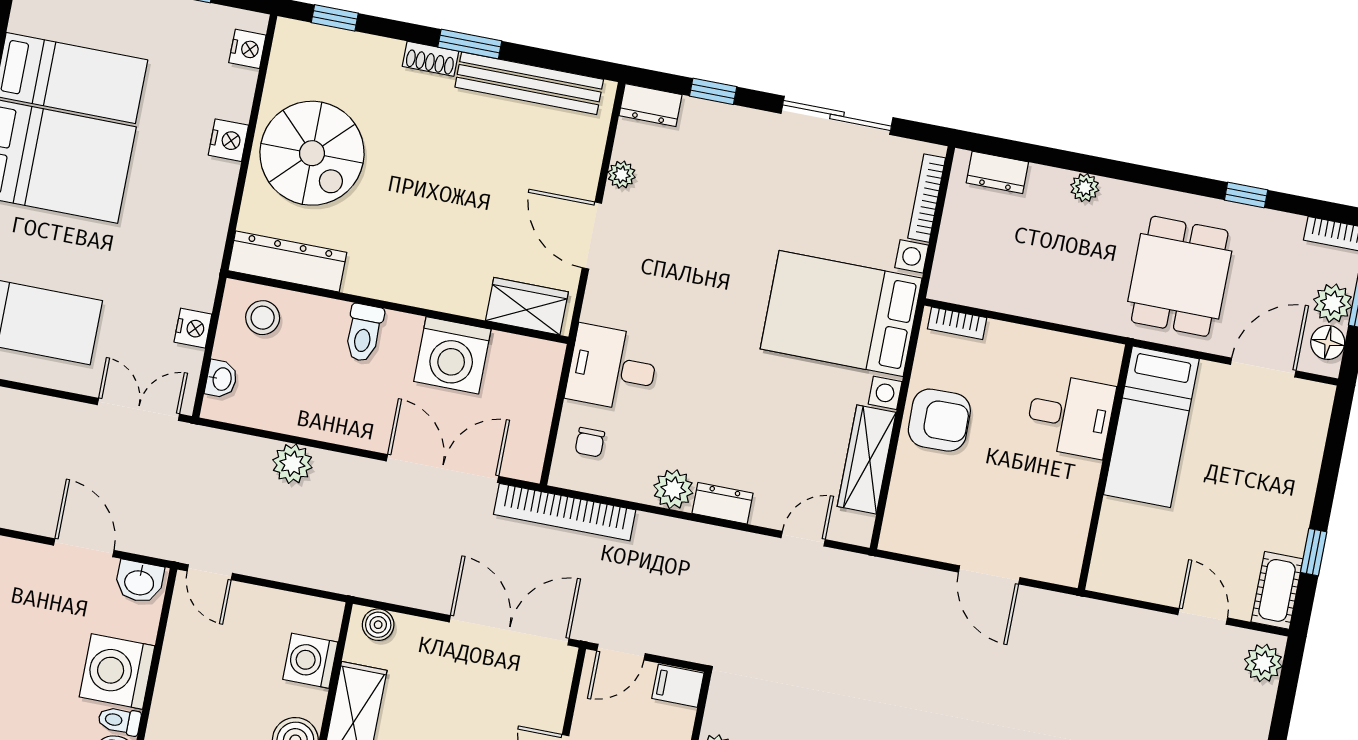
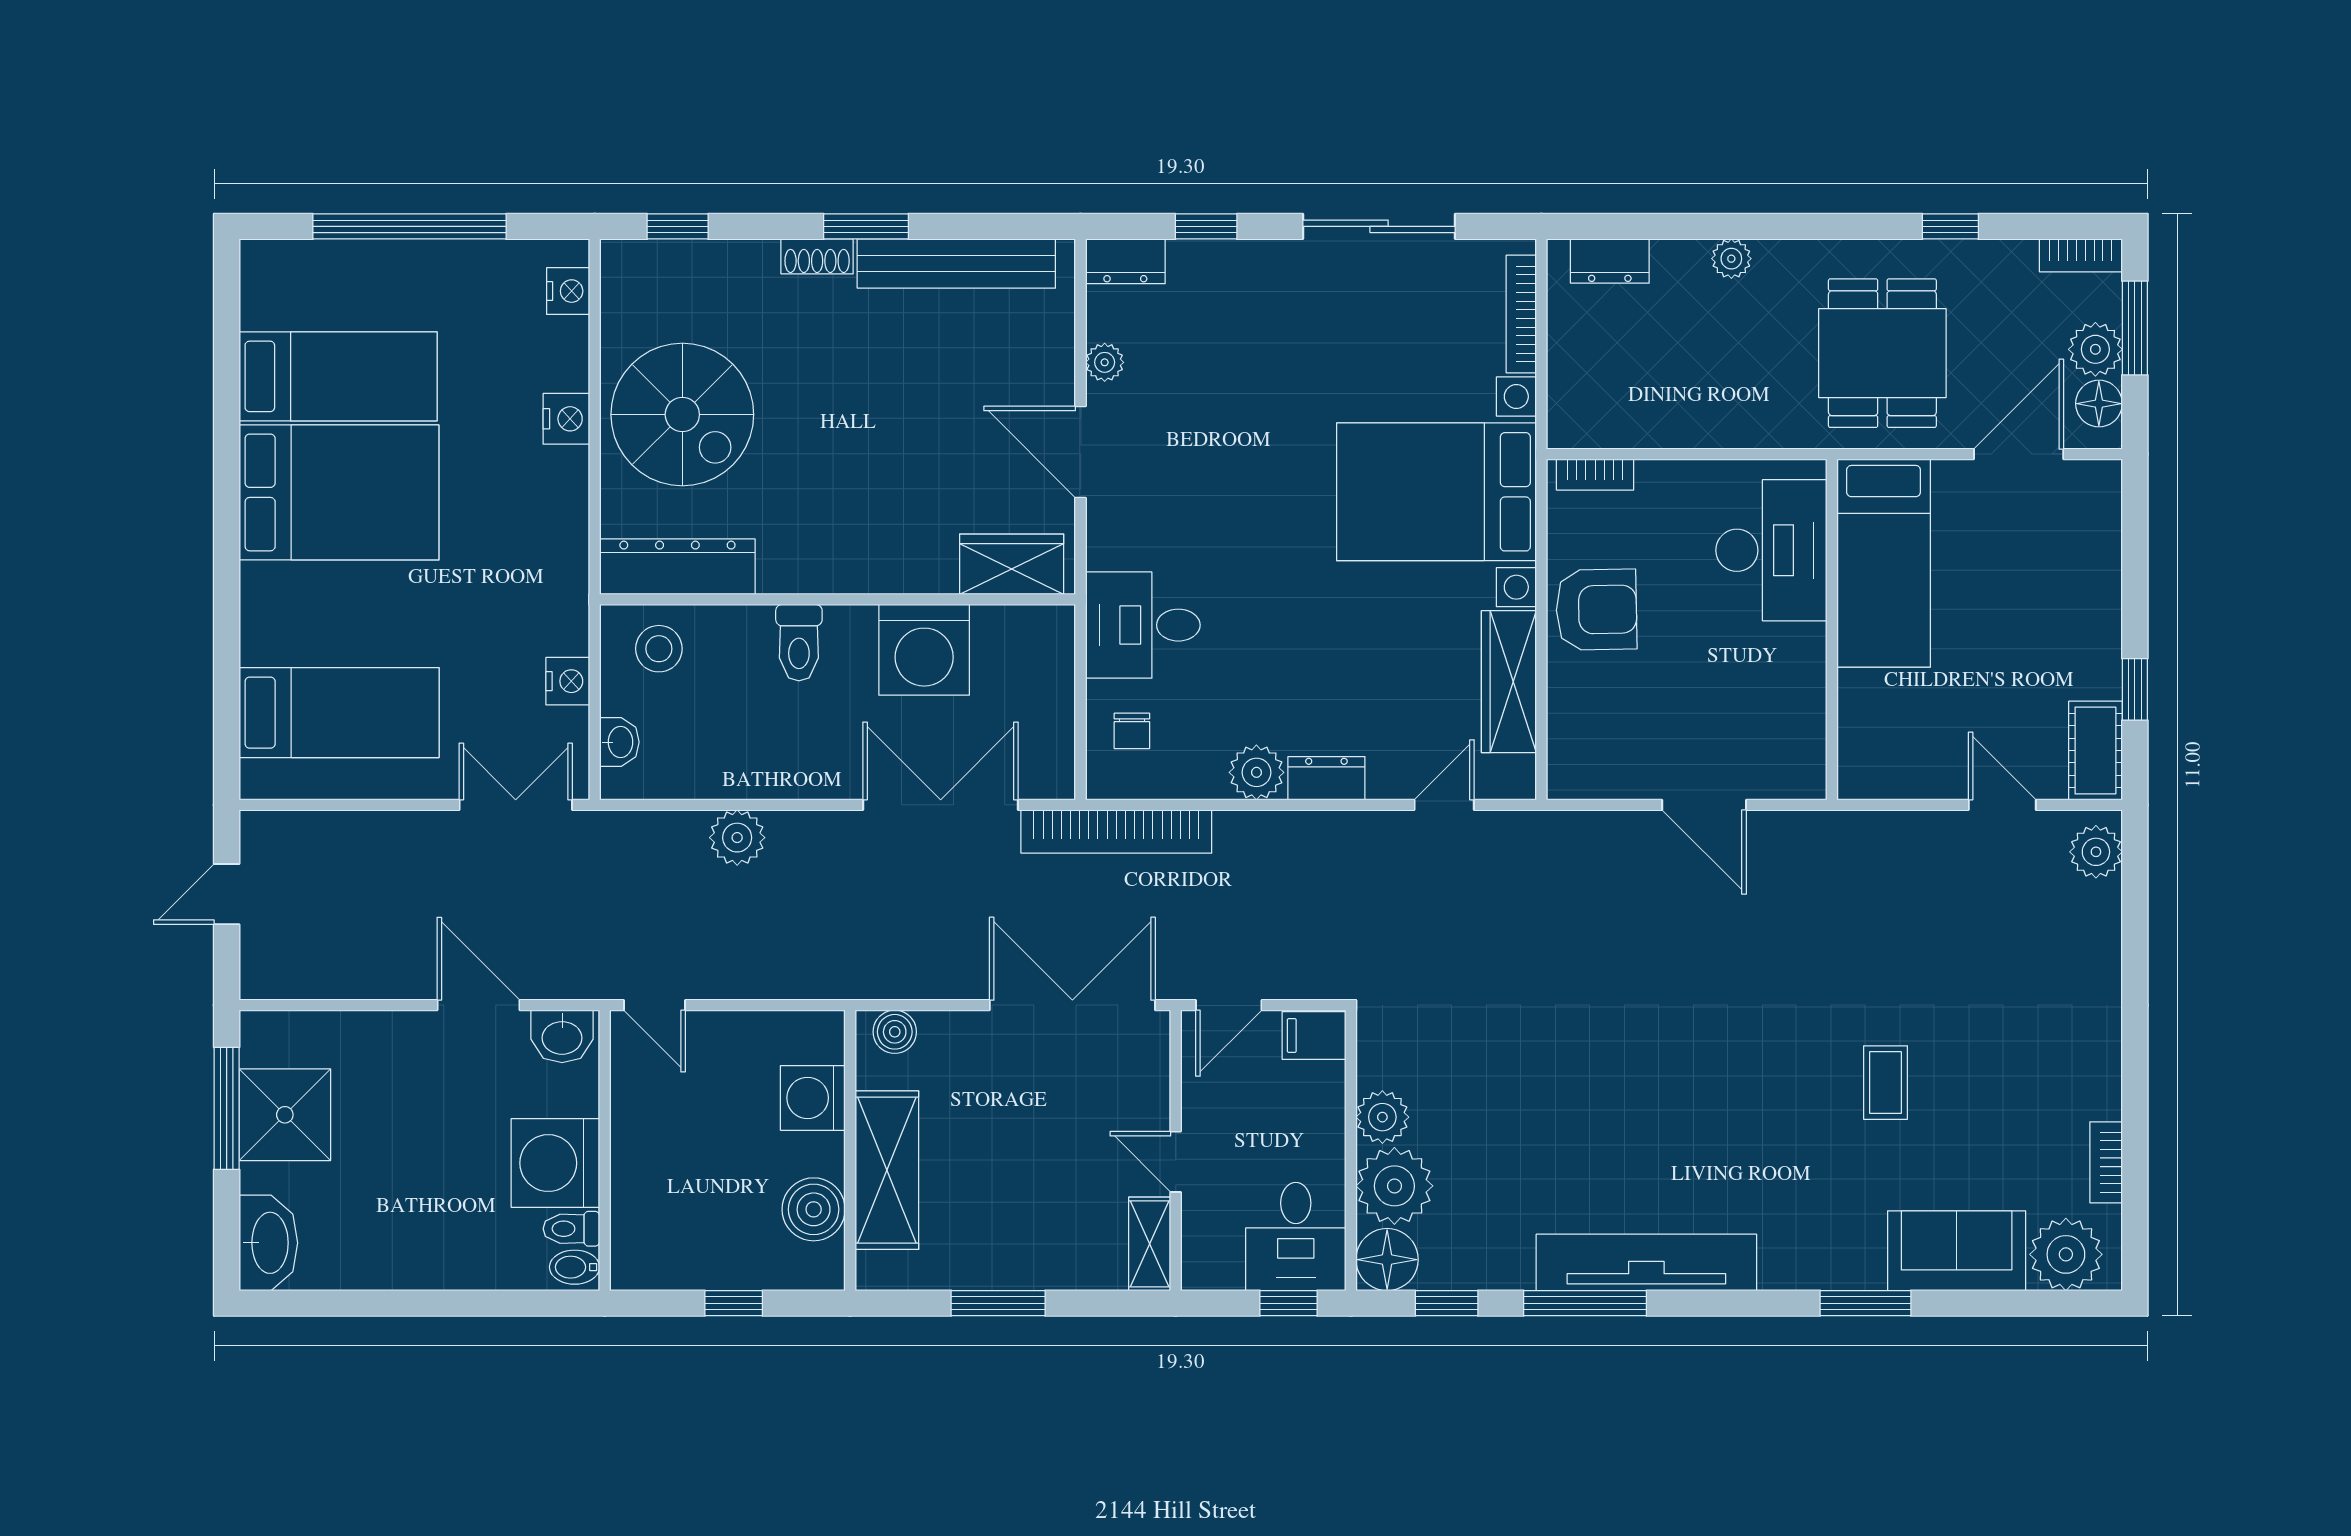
desk: (1070, 416) -> (1771, 550), width x1.37

